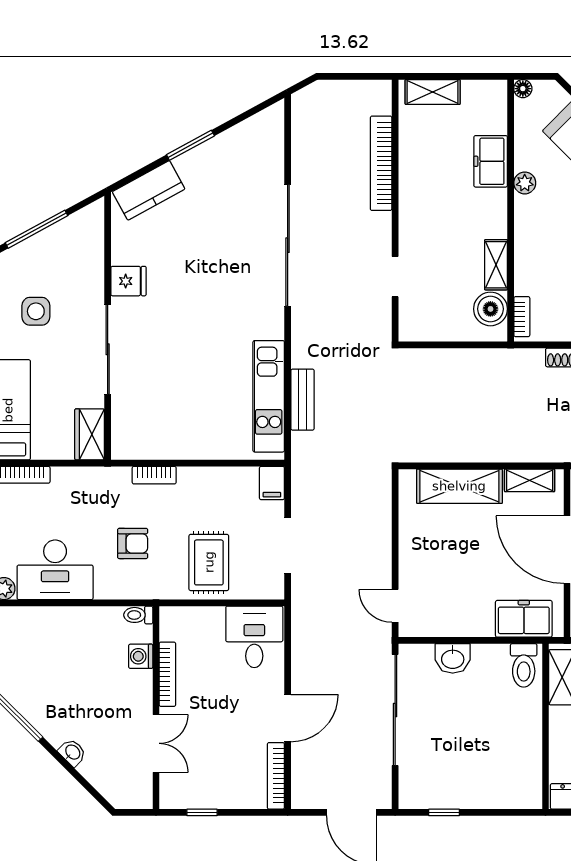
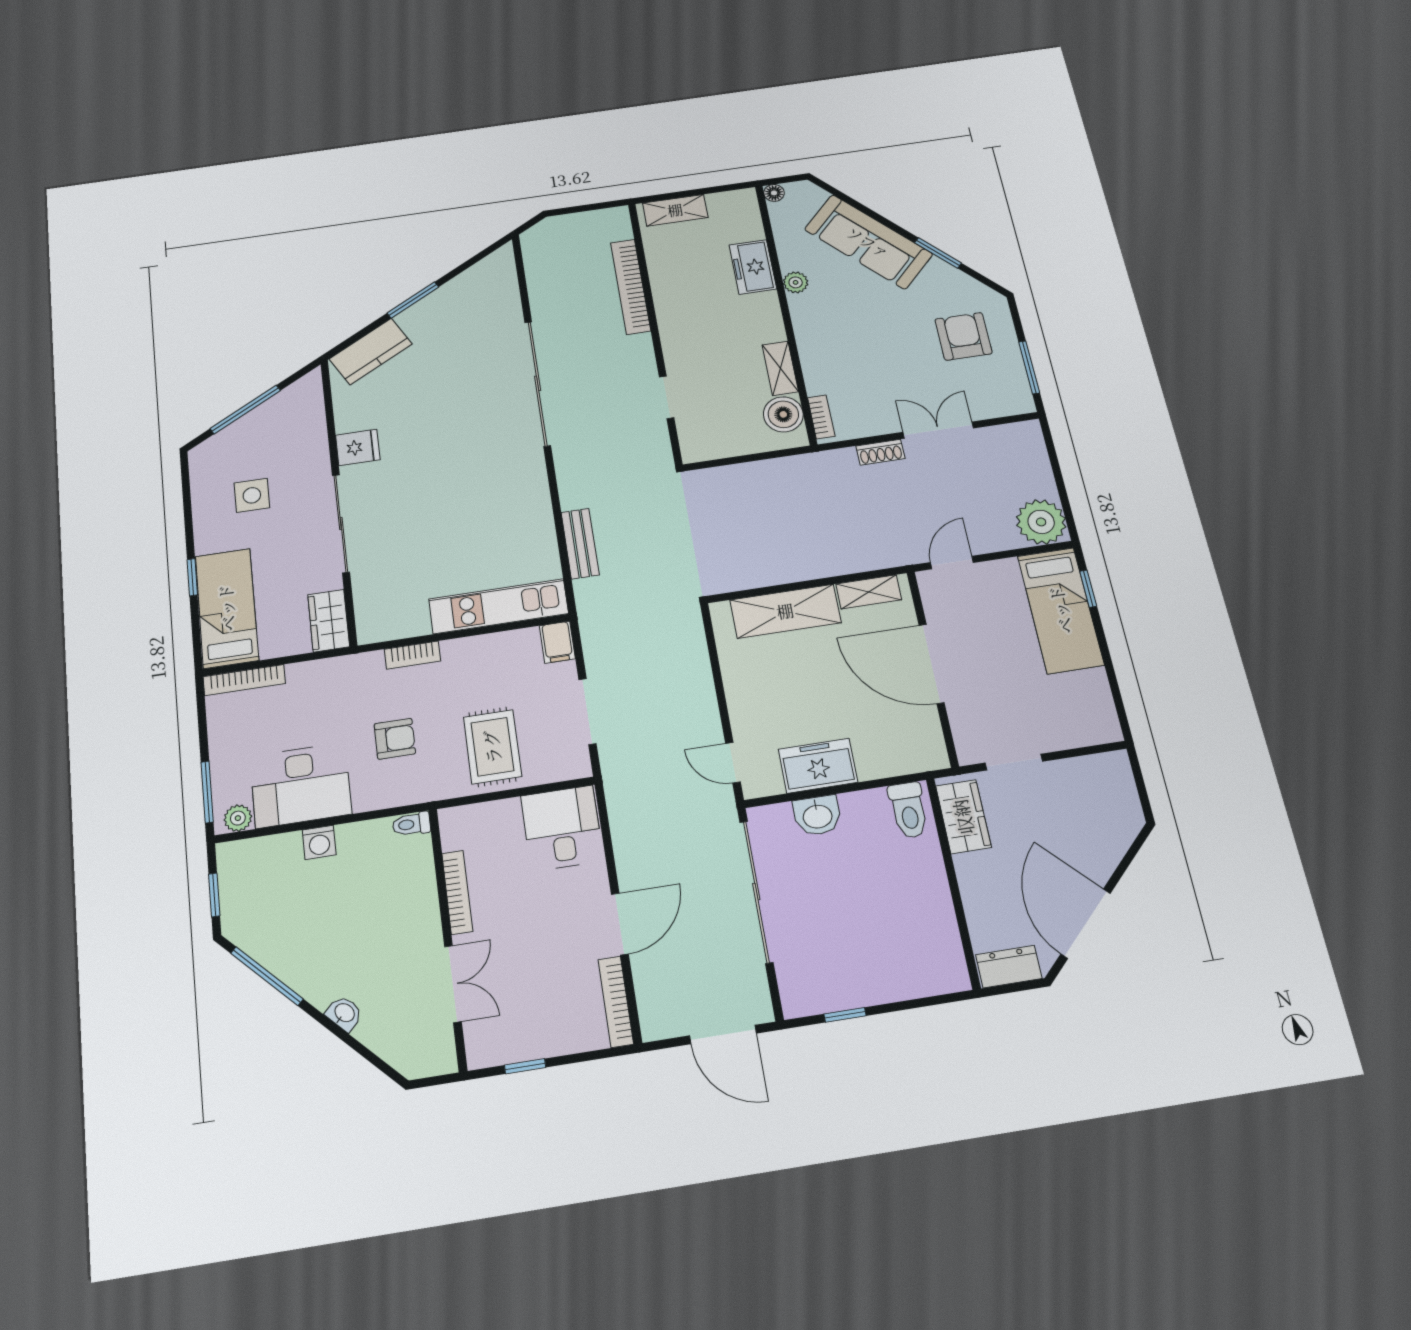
kitchen unit: (269, 396) -> (499, 606), moved, turned 90
freezer: (524, 619) -> (818, 766), moved
washing machine: (141, 656) -> (319, 842), moved, turned -90

